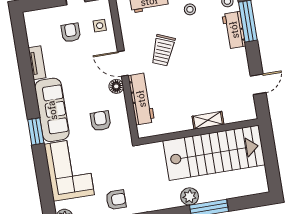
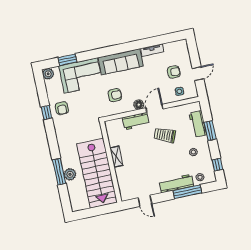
workbench: (234, 30) -> (176, 184), width x1.37
workbench: (141, 99) -> (136, 121), width x0.73
shelving: (208, 120) -> (116, 157), moved
window: (36, 131) -> (67, 60), moved
plant: (190, 196) -> (70, 174), moved

